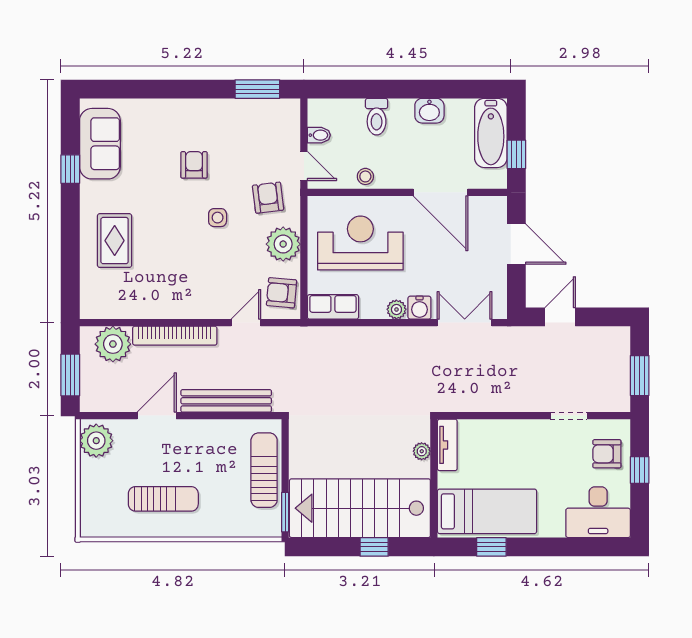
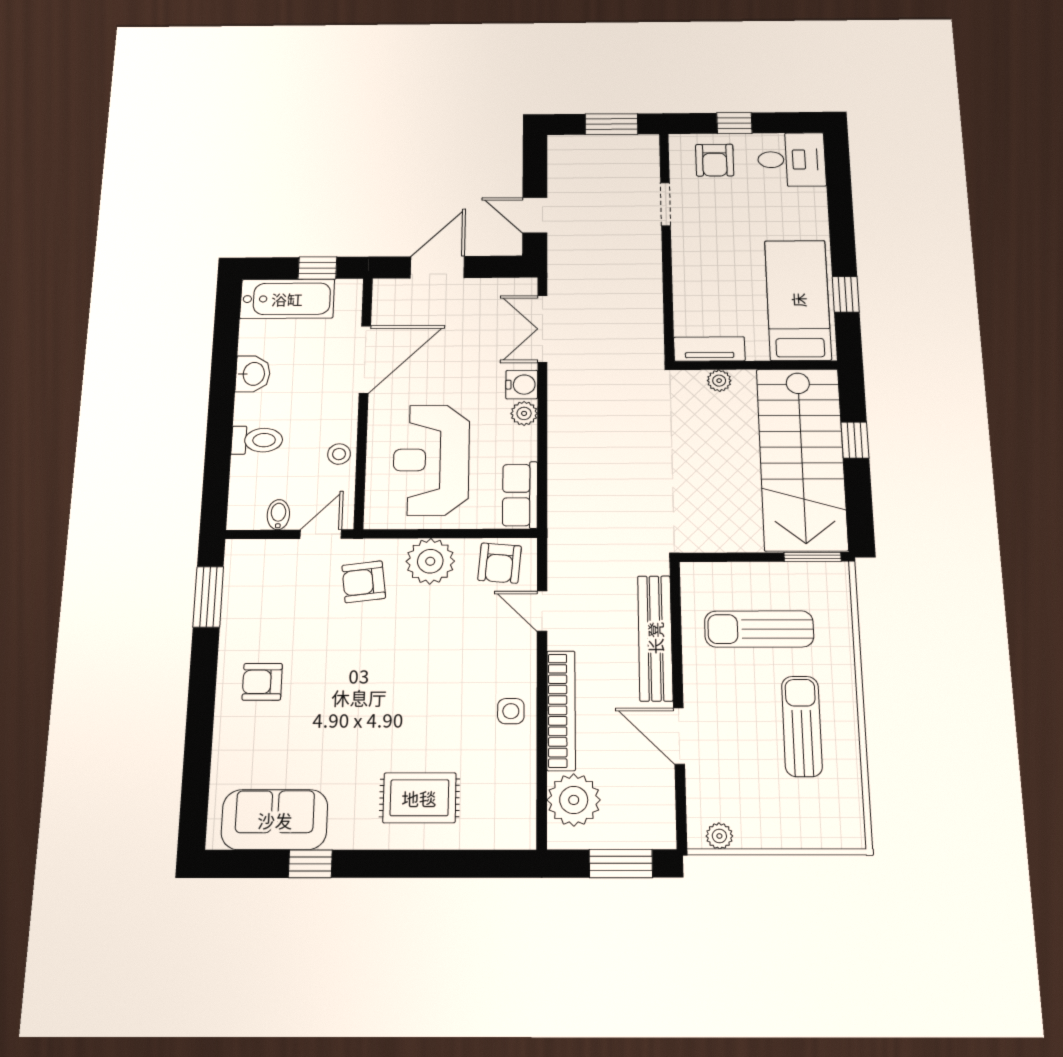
armchair: (194, 165) -> (262, 682), moved
side table: (218, 218) -> (511, 711), moved
plant: (96, 441) -> (719, 836), width x0.53, depth x0.53
sun lounger: (264, 470) -> (759, 629), moved
desk: (598, 512) -> (792, 160), width x0.73

